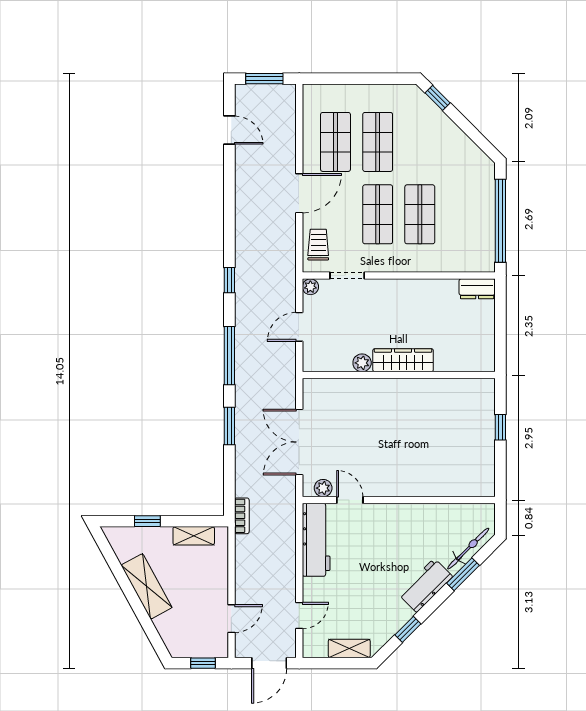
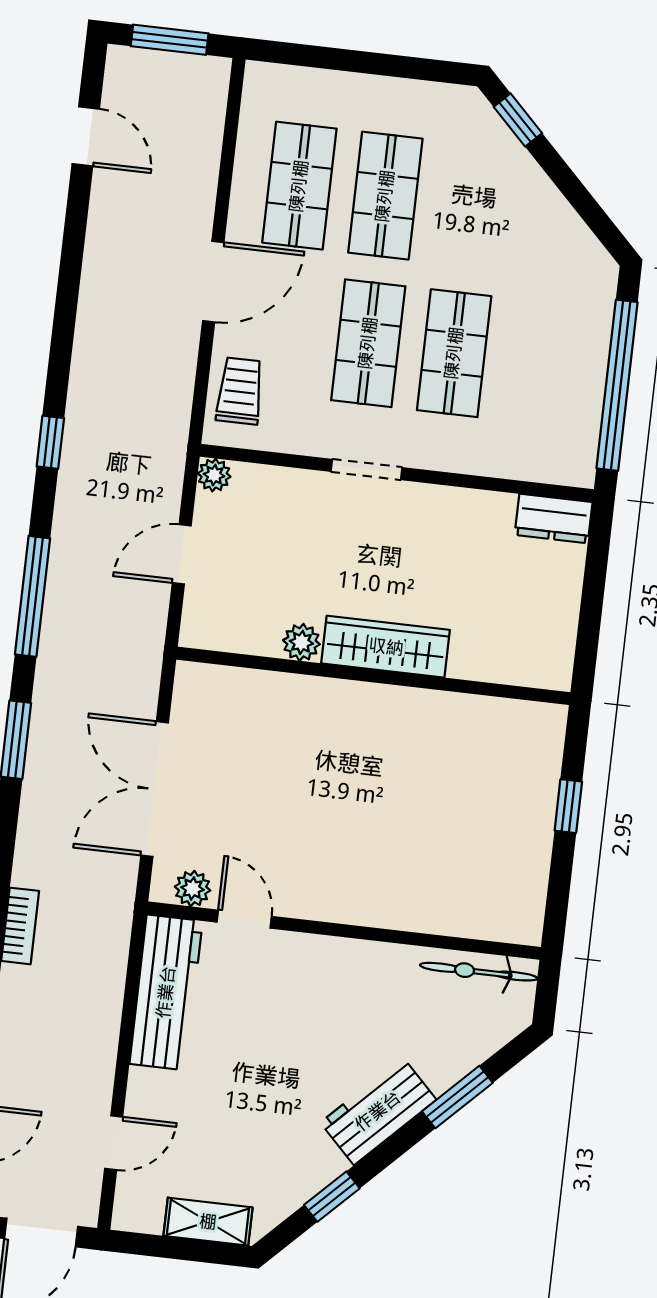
doorway: (347, 276) -> (367, 469), moved
bicycle: (468, 549) -> (479, 972), moved, turned -135

